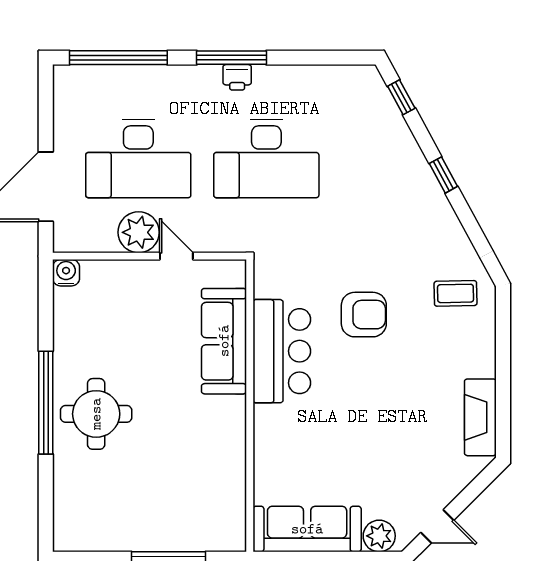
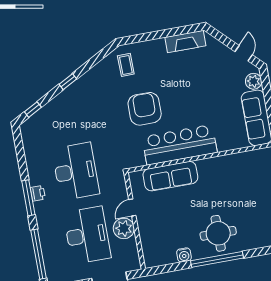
water cooler: (66, 273) -> (184, 255), moved, turned -90
armchair: (364, 315) -> (145, 109), width x1.36, depth x1.36
bar counter: (282, 351) -> (180, 145), width x1.36

